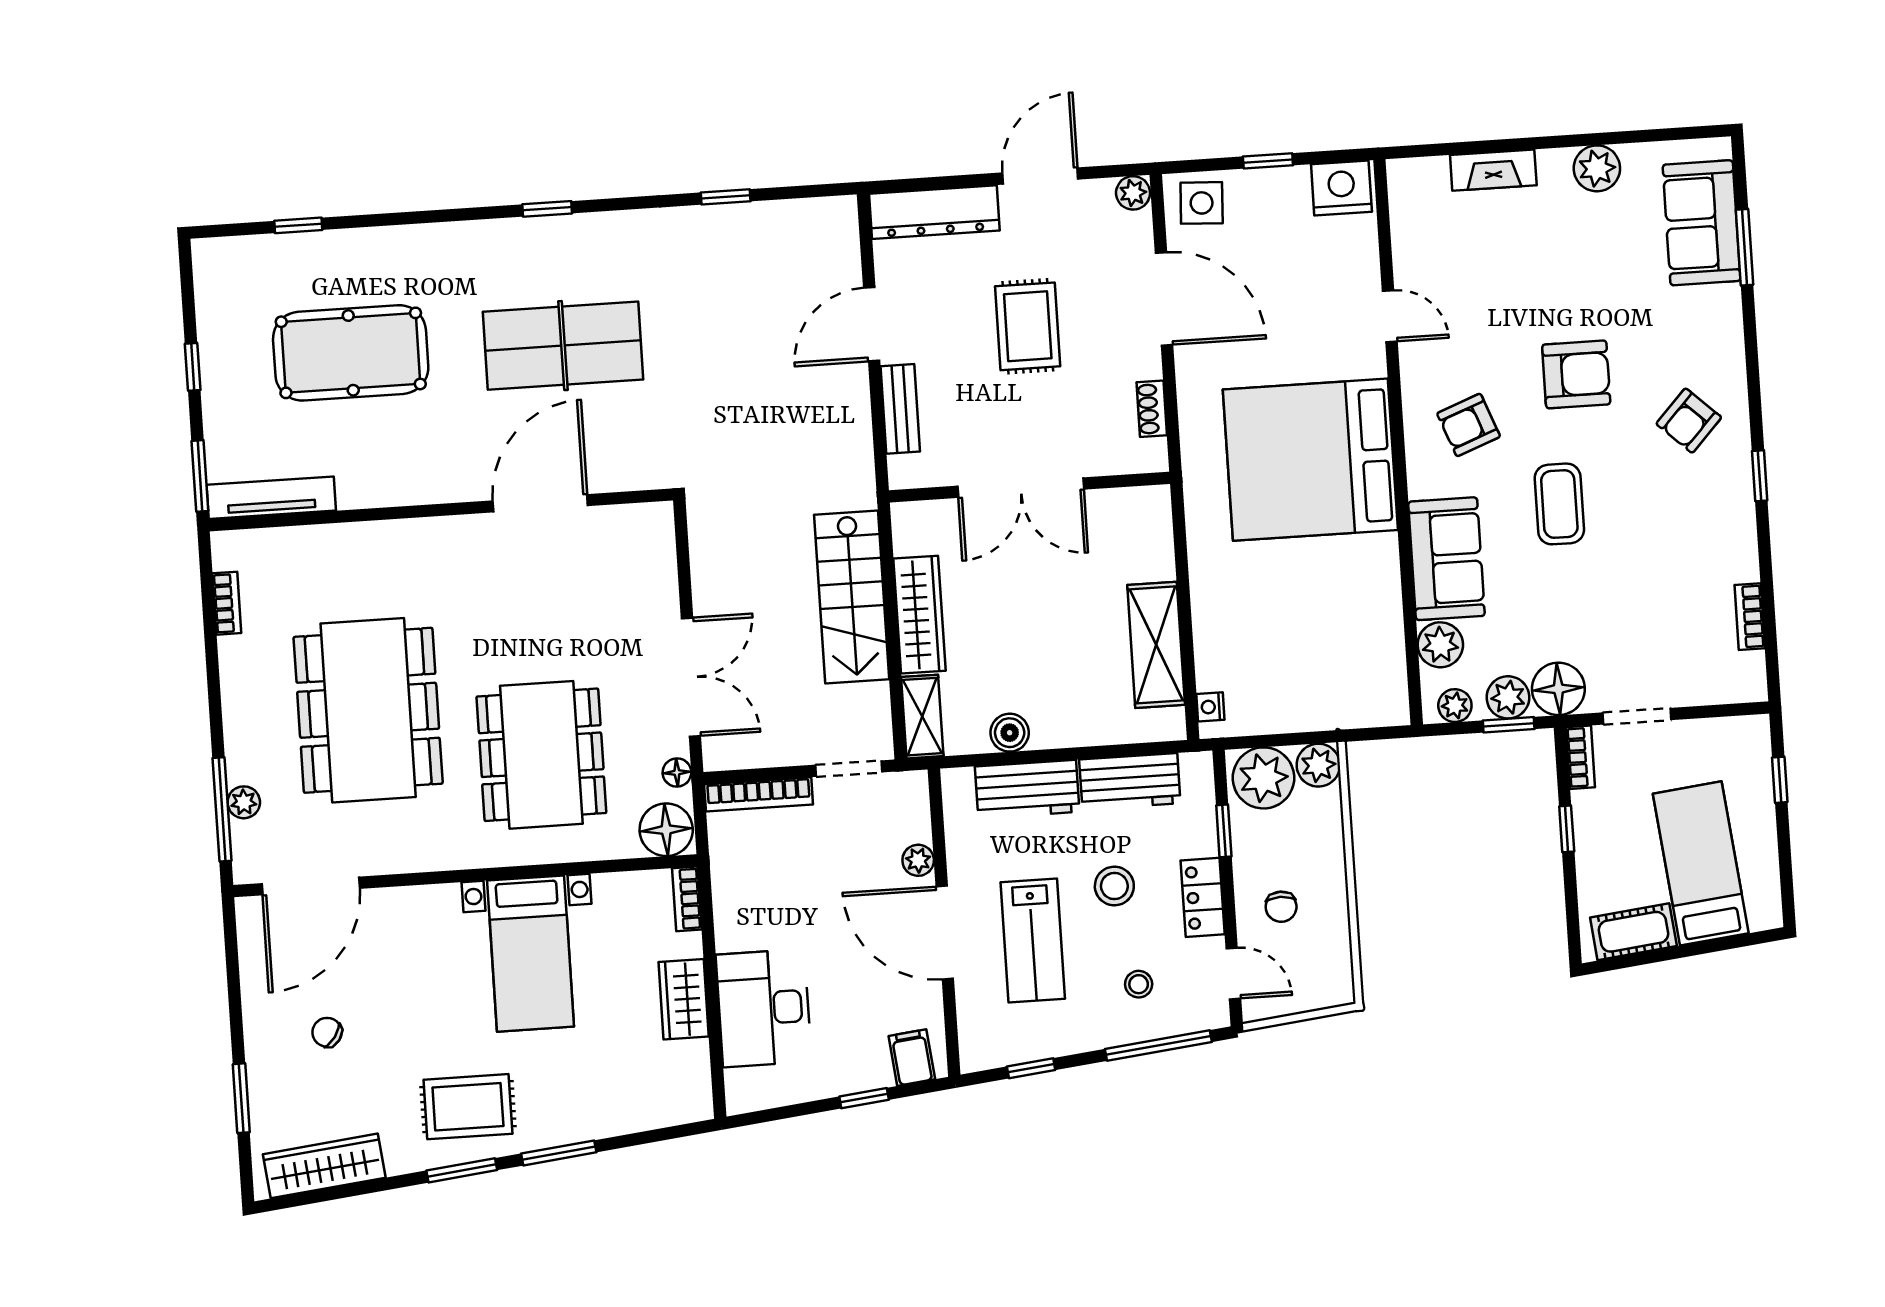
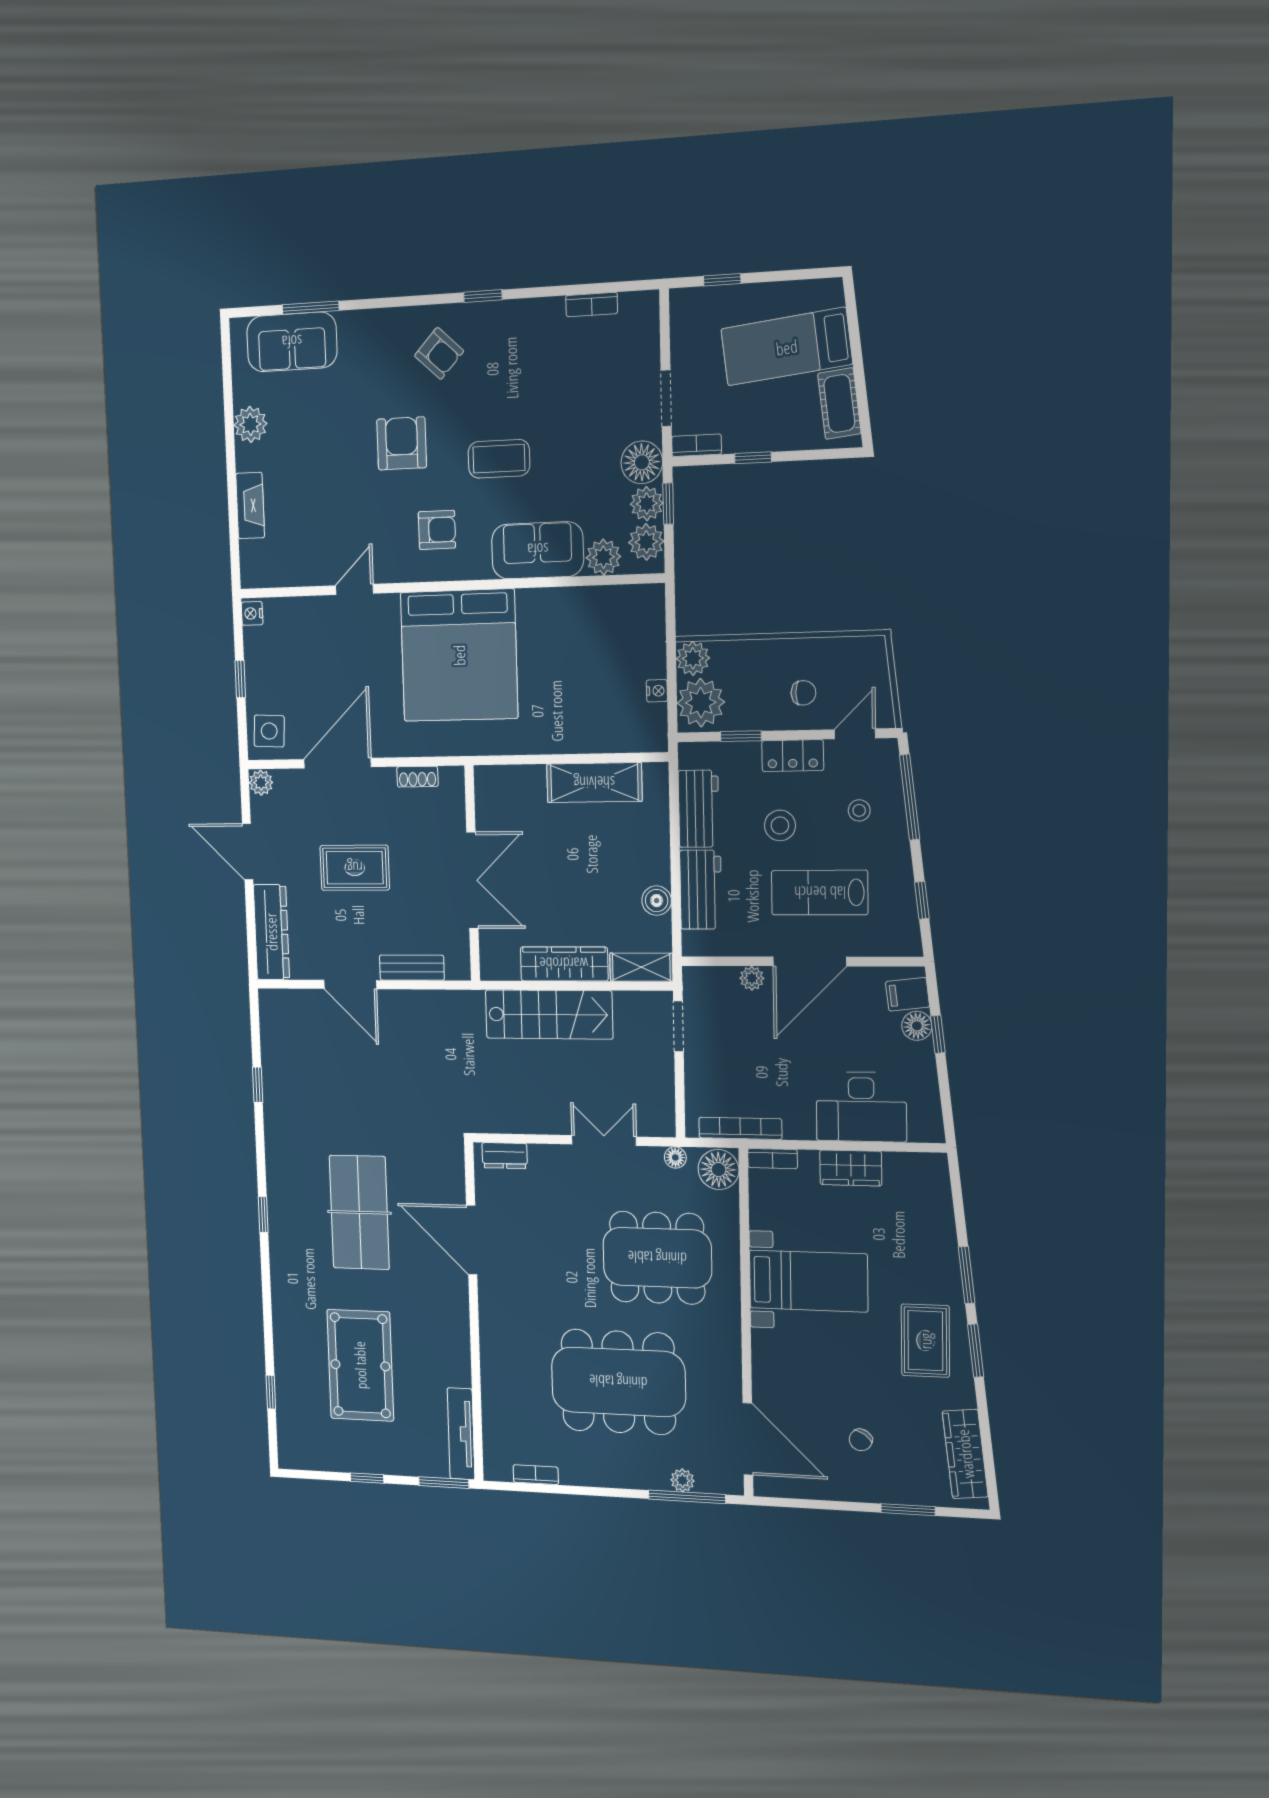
nightstand: (1341, 188) -> (252, 613), width x0.53, depth x0.56
armchair: (1469, 425) -> (437, 530), turned -69
dresser: (659, 544) -> (505, 1156), added
double door: (691, 677) -> (604, 1141), width x0.73
plant: (1455, 706) -> (646, 542), width x1.38, depth x1.38
nightstand: (1210, 707) -> (657, 691), moved, turned -90
bookcase: (759, 794) -> (740, 1128), moved, turned -90
lab bench: (1033, 940) -> (820, 893), turned 180
floor lamp: (873, 1072) -> (917, 1026), added

